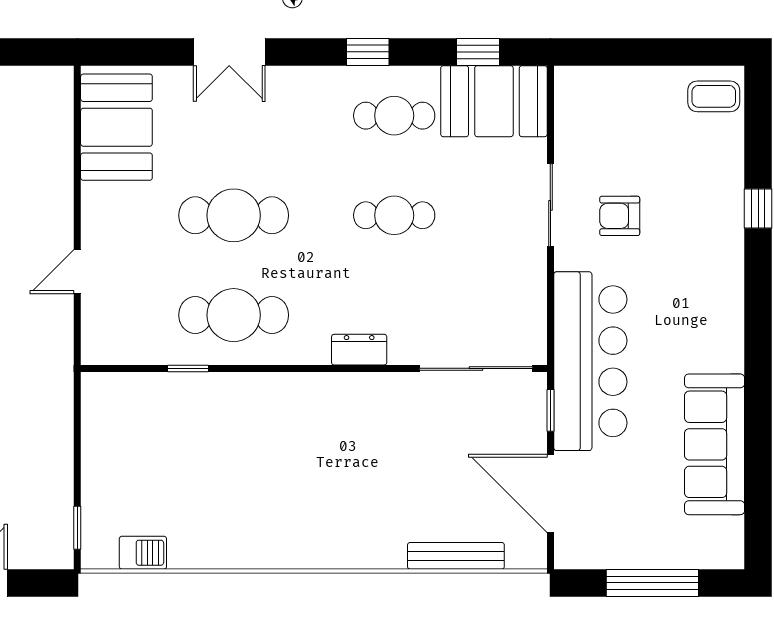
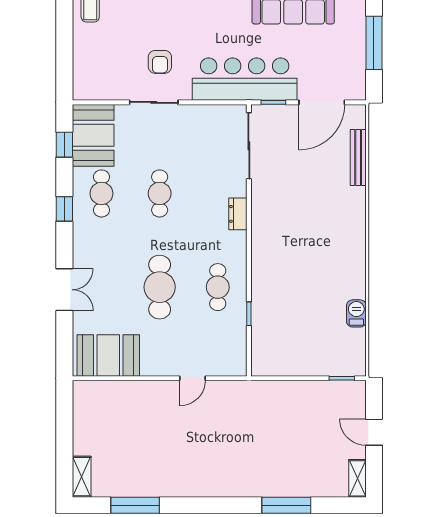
door: (77, 272) -> (192, 378), hinge flipped
cafe table: (234, 315) -> (218, 287), width x0.73, depth x0.74
barbecue: (143, 553) -> (356, 313), moved

